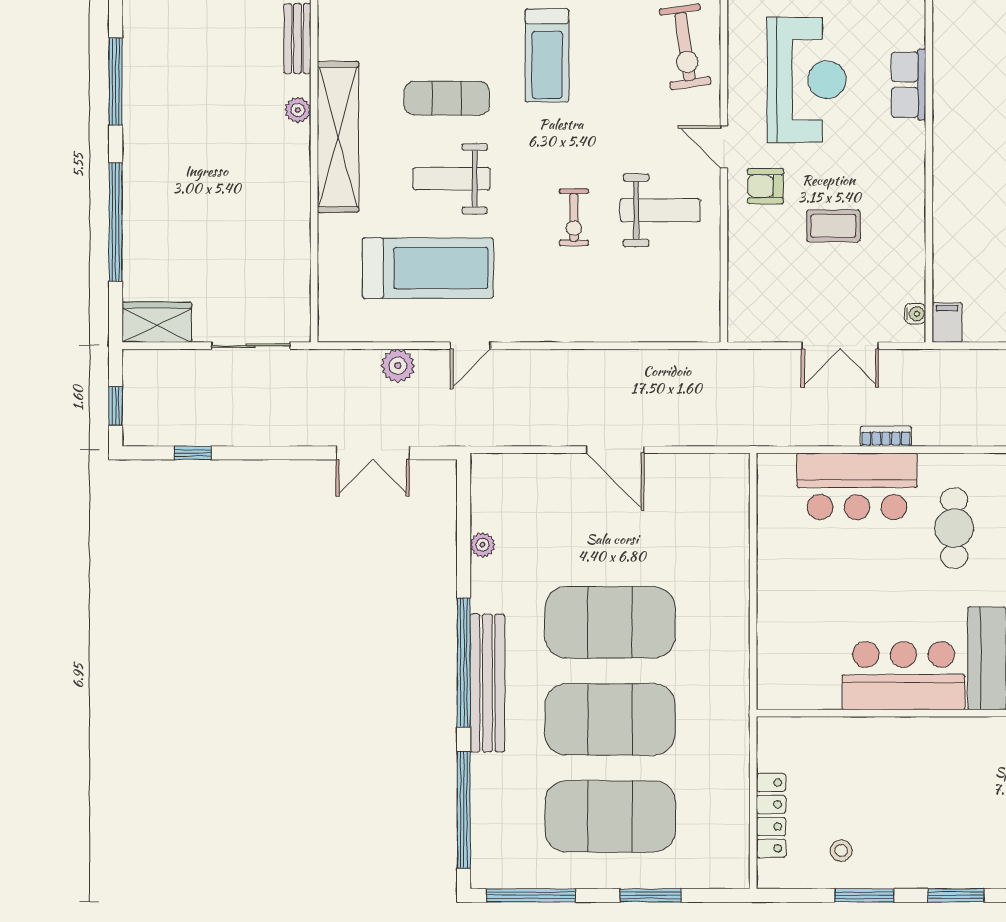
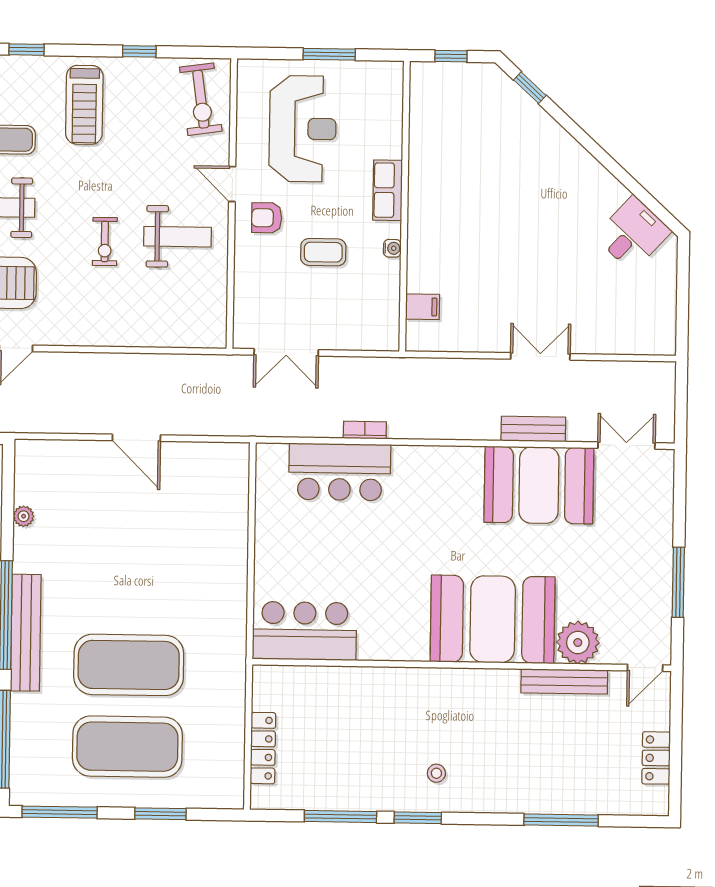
row of seats: (909, 85) -> (388, 190), moved
water cooler: (915, 314) -> (392, 248), moved
filing cabinet: (947, 322) -> (423, 307), moved, turned 90
double door: (840, 346) -> (286, 352), moved
cafe table: (954, 528) -> (421, 508), removed
exercise mat: (610, 622) -> (130, 583), removed
bar counter: (904, 676) -> (305, 631), moved
stool: (841, 851) -> (436, 773), moved
window: (864, 895) -> (340, 817), width x1.44

